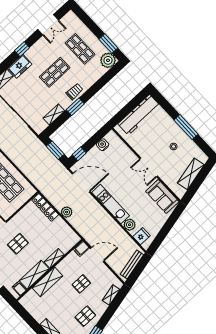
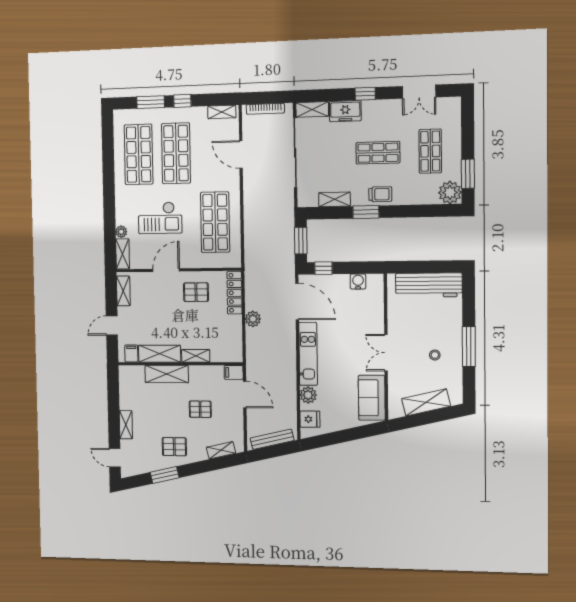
pallet: (18, 244) -> (196, 292), moved

